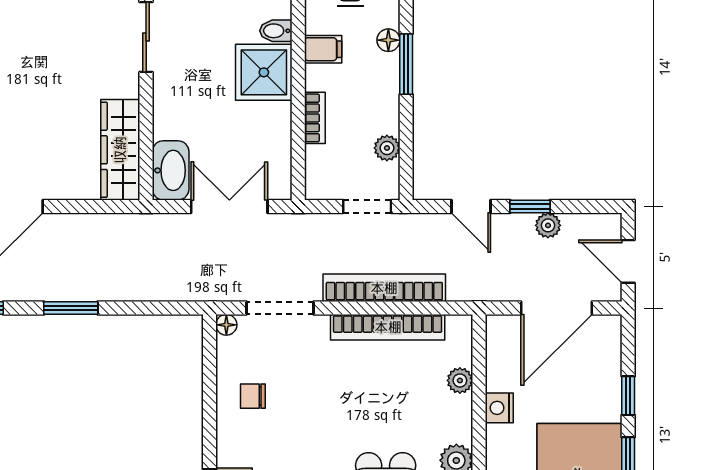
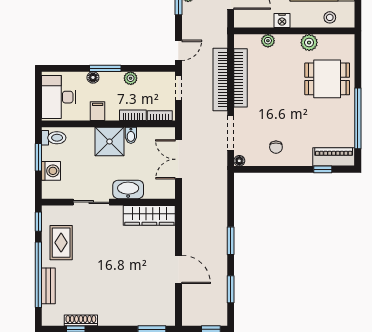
bidet: (276, 31) -> (131, 135), moved
plant: (387, 148) -> (131, 78), moved
washbasin: (171, 170) -> (128, 189), moved
bookcase: (314, 170) -> (160, 116), added
door: (471, 207) -> (178, 50), moved

